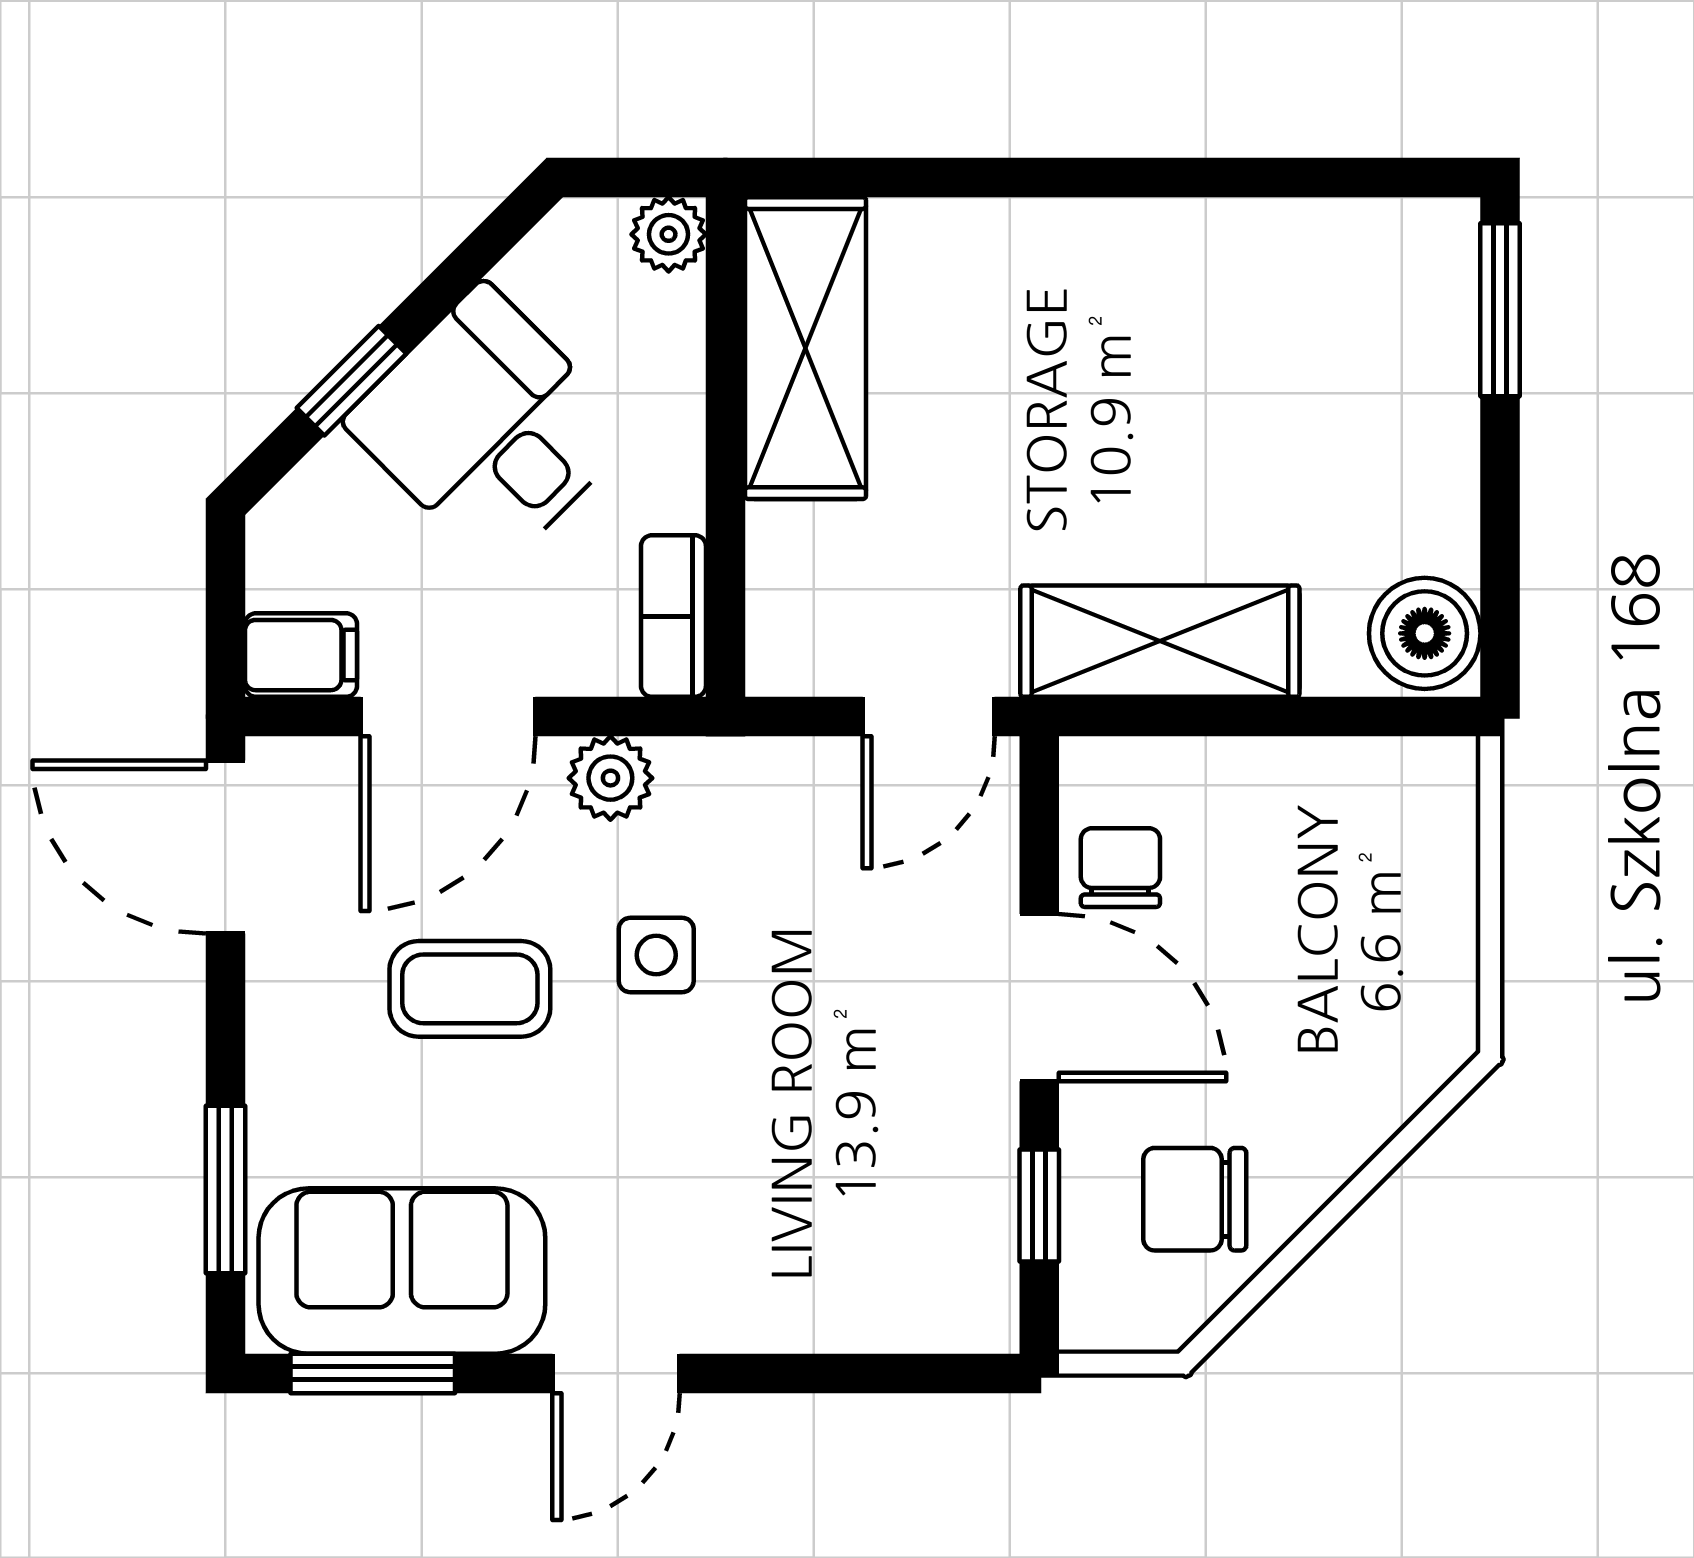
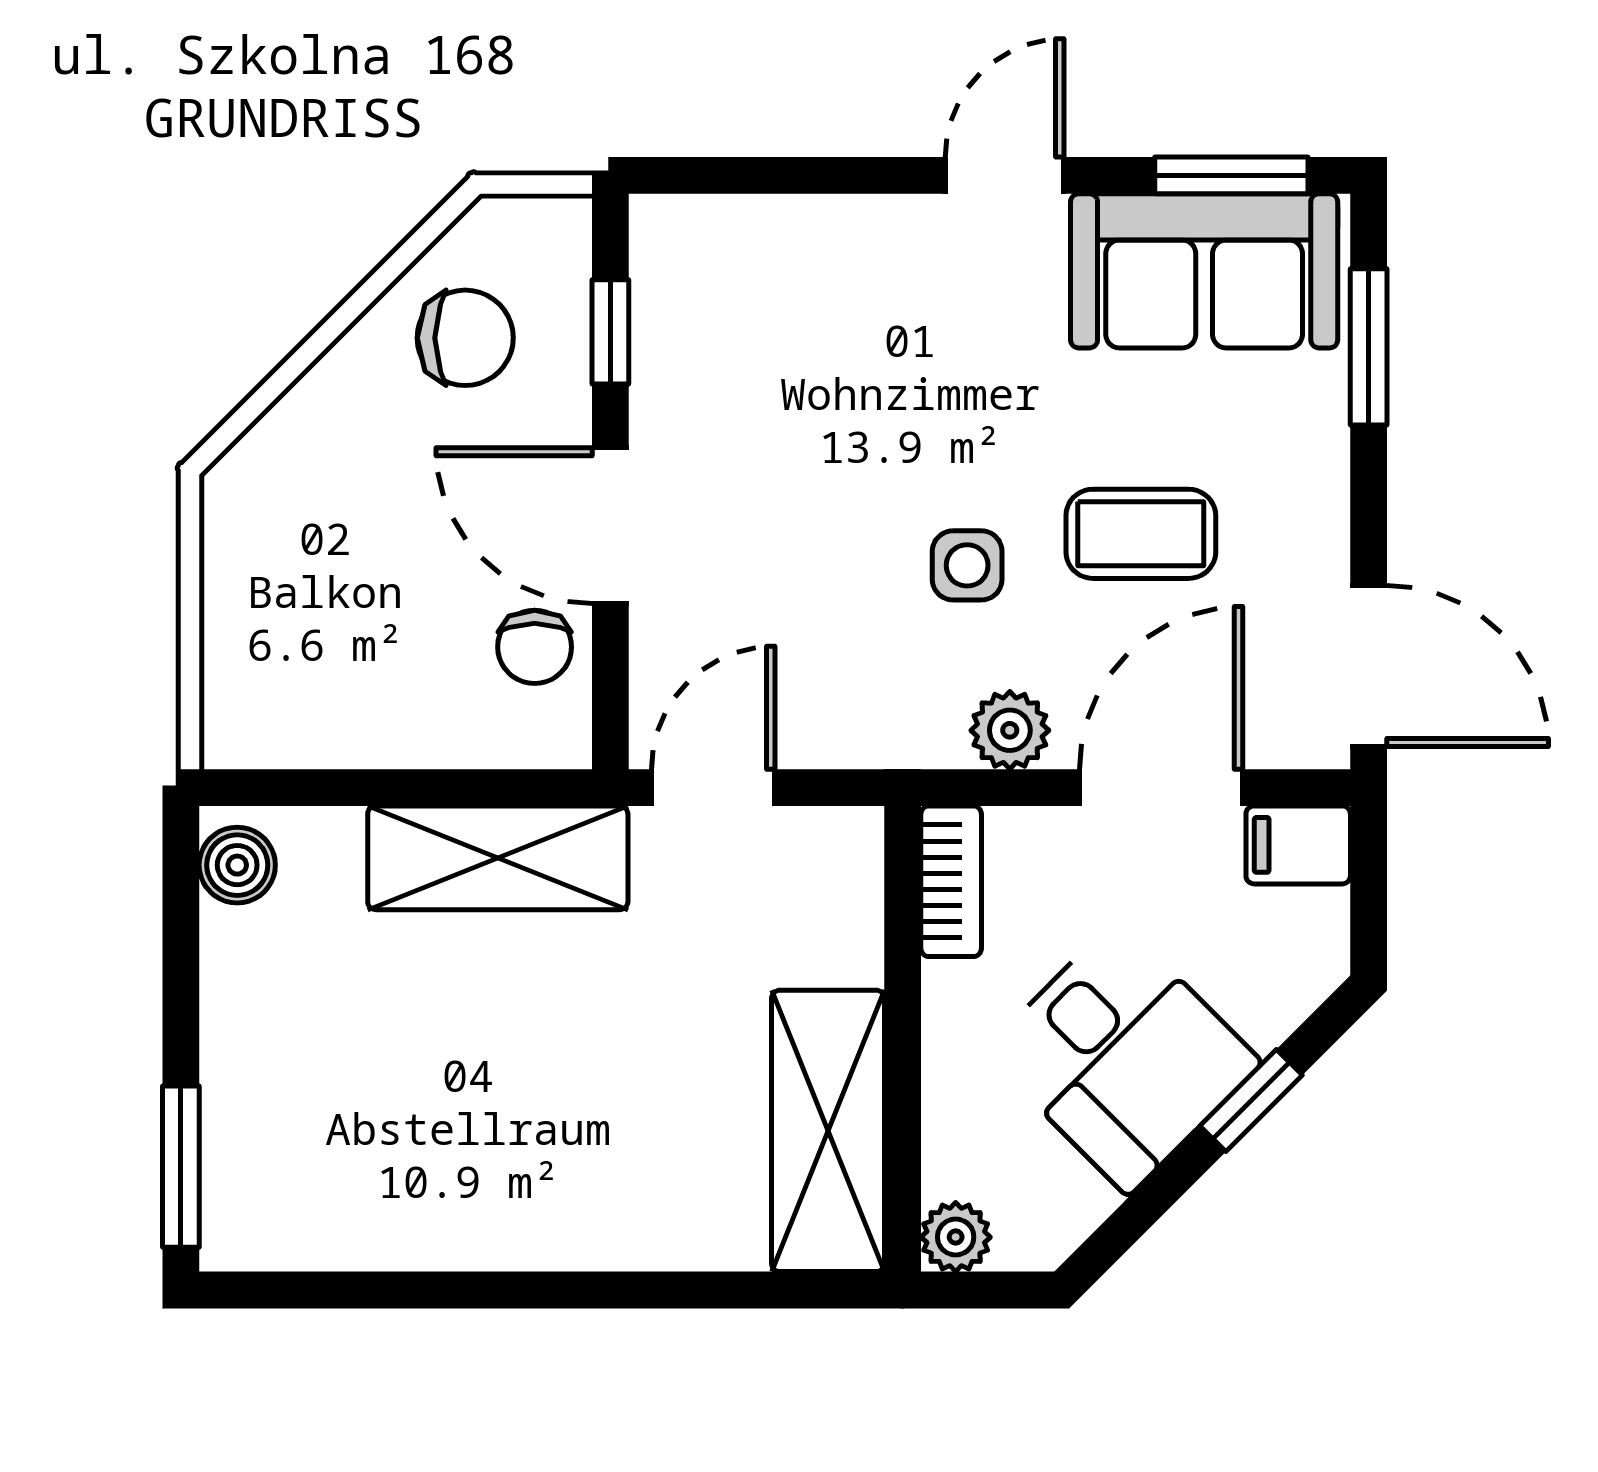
boiler: (1425, 633) -> (237, 865), width x0.73, depth x0.73

